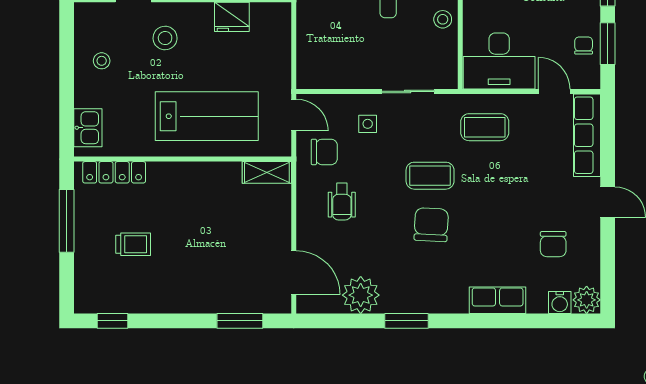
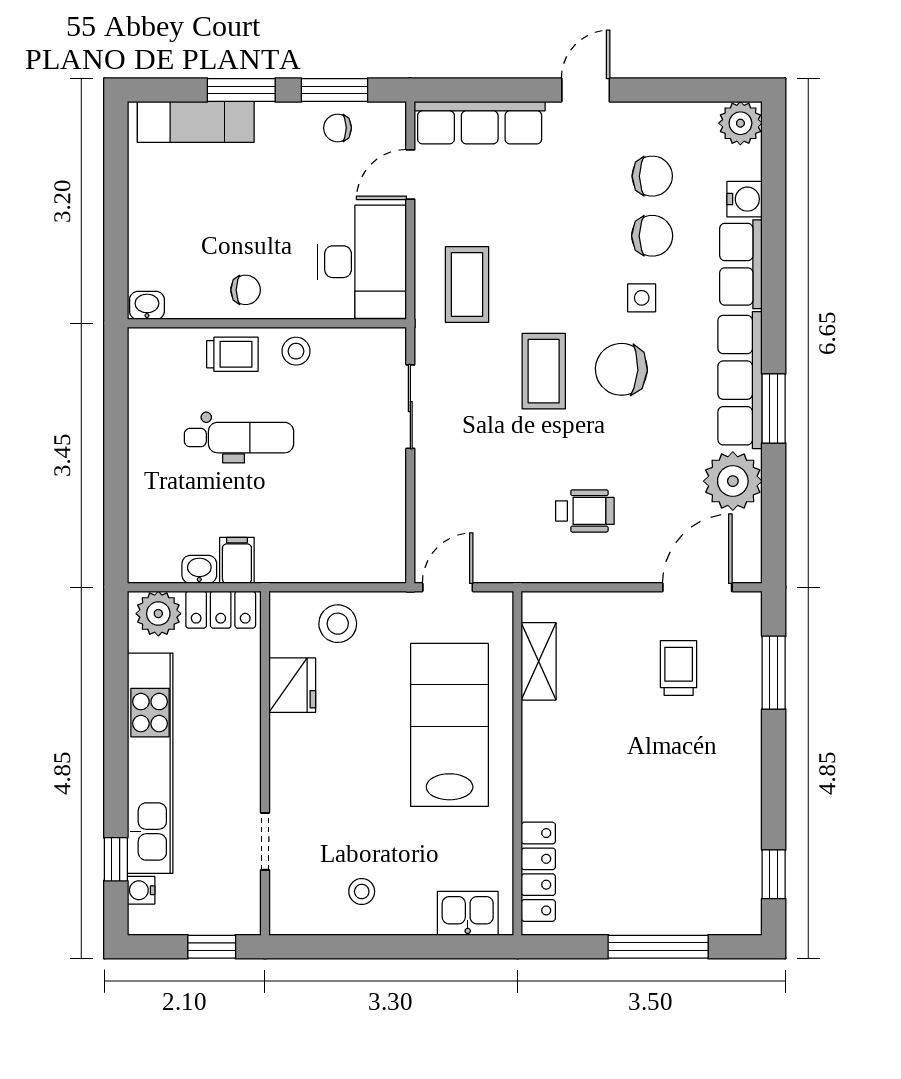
stool: (165, 38) -> (338, 624), moved
side table: (368, 124) -> (642, 298), moved
chair: (324, 152) -> (652, 236), moved, turned 90
shelving: (267, 172) -> (539, 661), moved
window: (67, 221) -> (658, 947), moved
trolley: (133, 244) -> (679, 668), moved
row of seats: (424, 300) -> (740, 380), added
water cooler: (560, 302) -> (745, 199), moved

